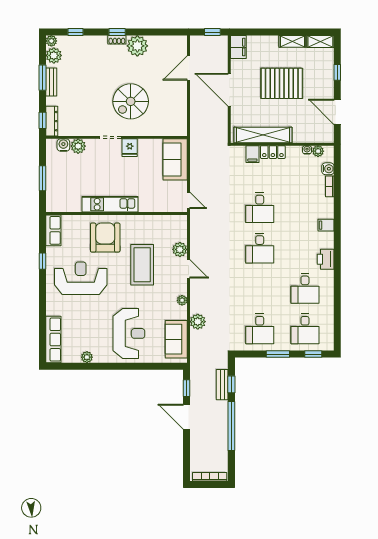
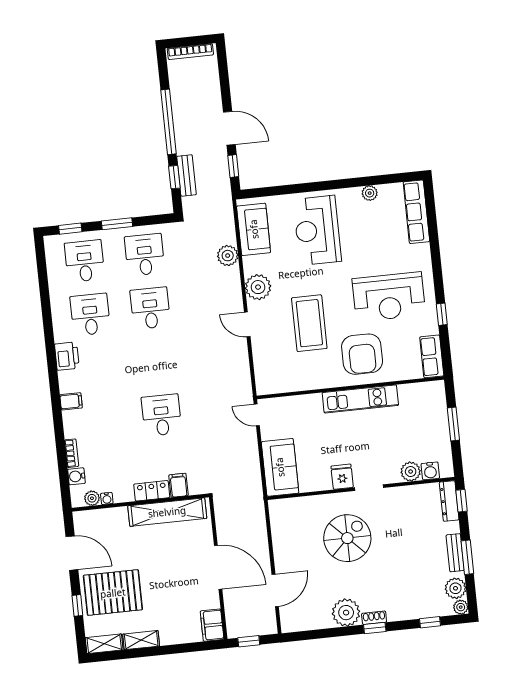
pallet: (282, 83) -> (113, 593), moved
desk: (260, 248) -> (150, 308), moved
plant: (180, 249) -> (261, 349), removed
plant: (182, 300) -> (258, 287), width x1.87, depth x1.87

